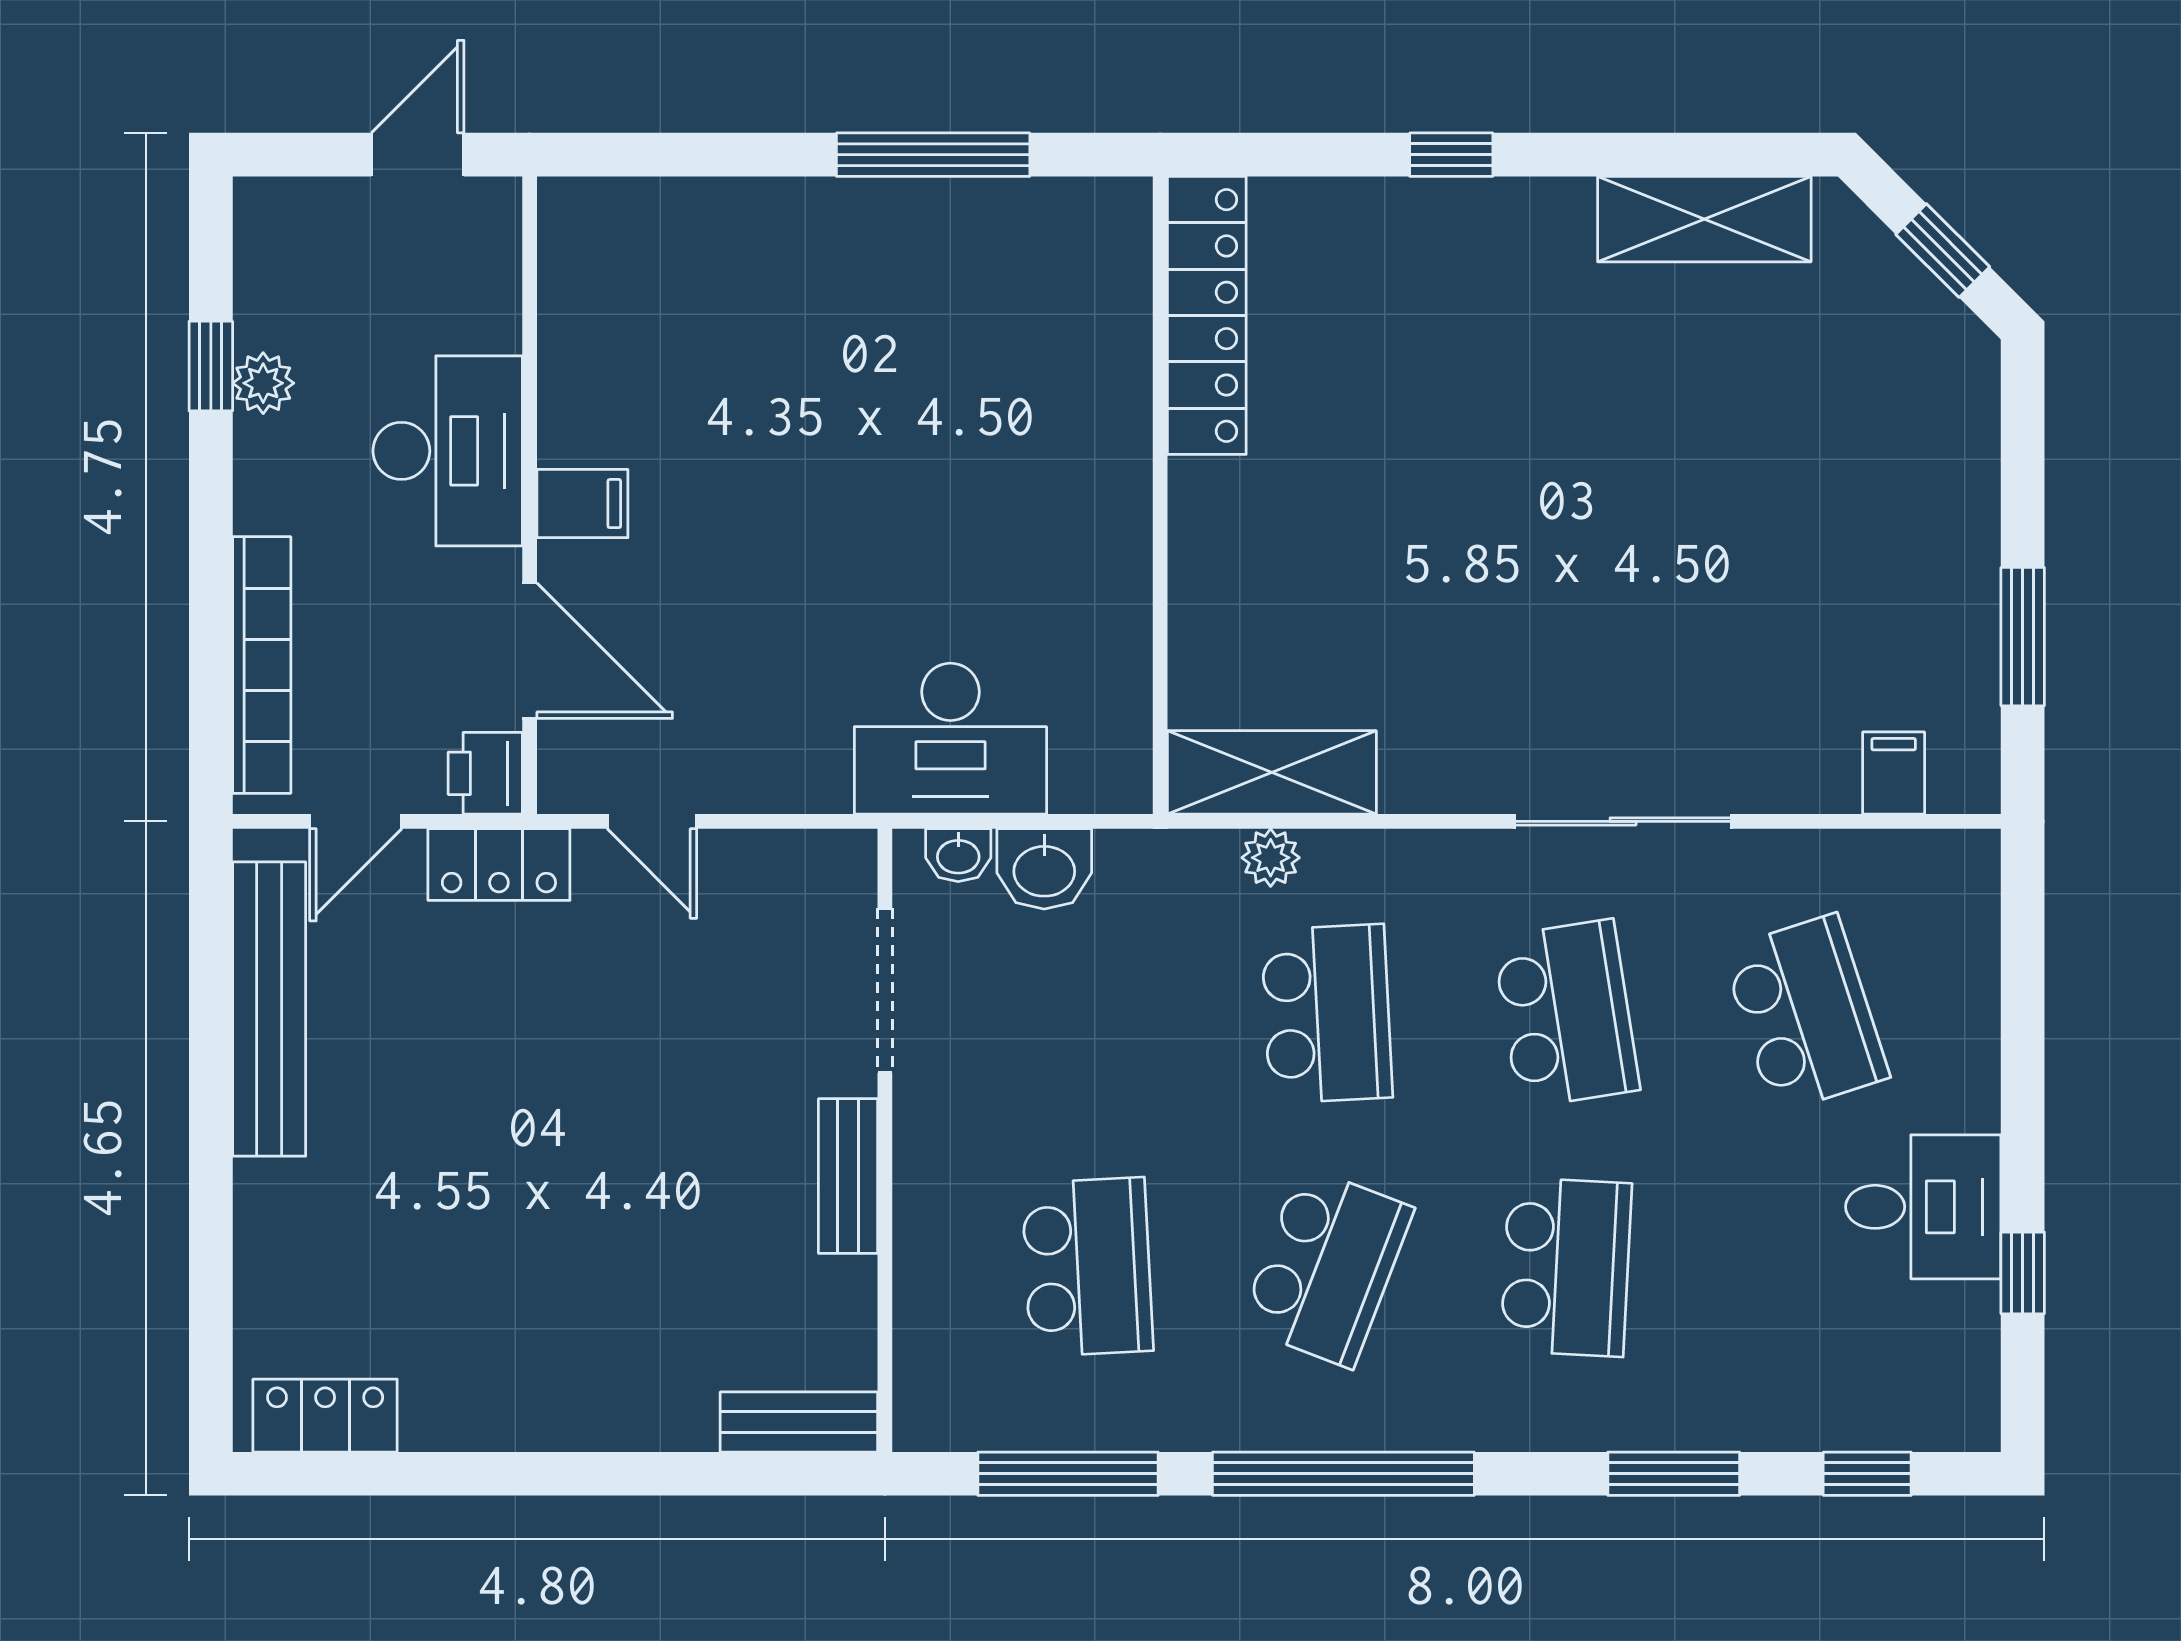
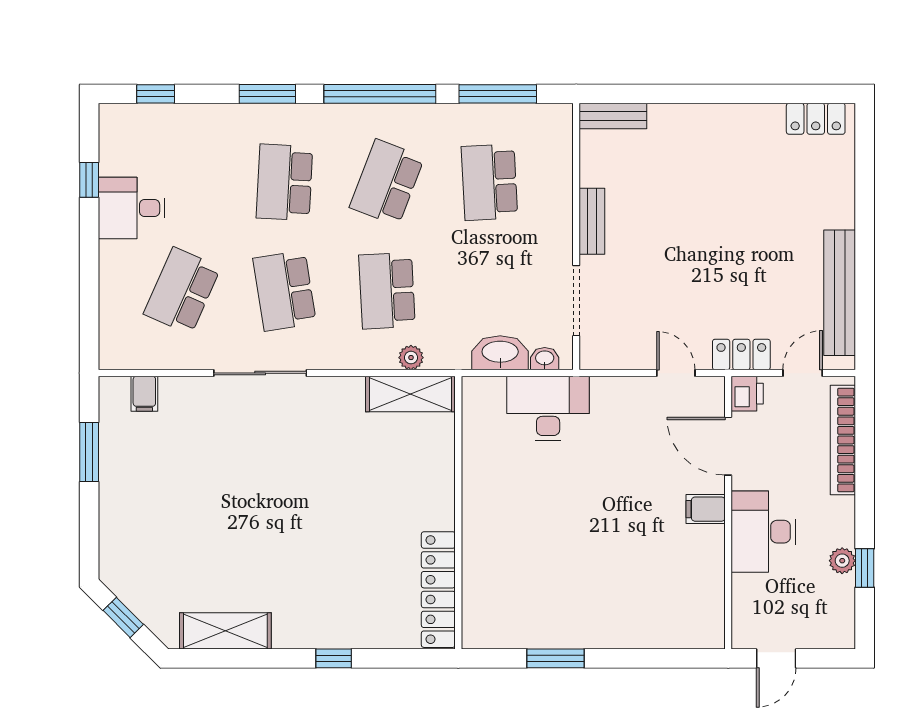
window: (933, 155) -> (555, 658), width x0.69
washbasin: (1044, 869) -> (500, 353), width x1.38
school desk: (1806, 1014) -> (182, 291), turned 42
window: (1674, 1474) -> (267, 94), moved

